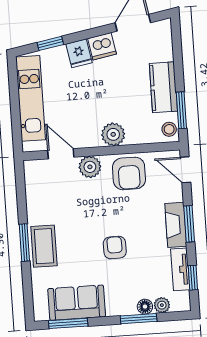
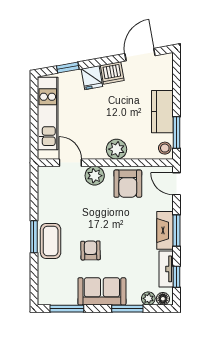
armchair: (115, 248) -> (91, 250), moved
sofa: (77, 303) -> (102, 291), moved
floor lamp: (145, 307) -> (163, 299), moved

